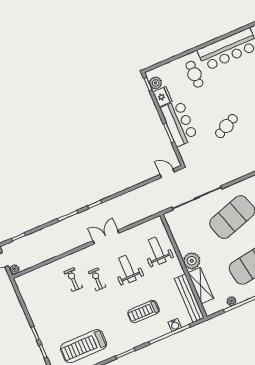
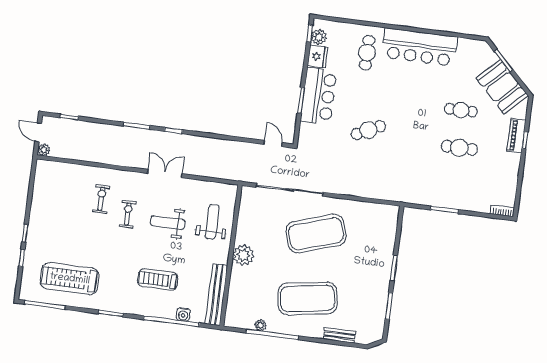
weight bench: (127, 269) -> (168, 223), turned -90
shelving: (201, 286) -> (237, 288), removed

